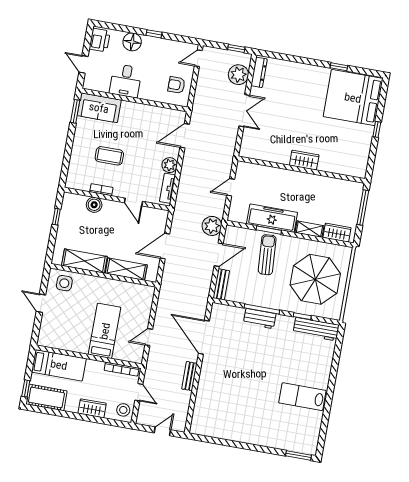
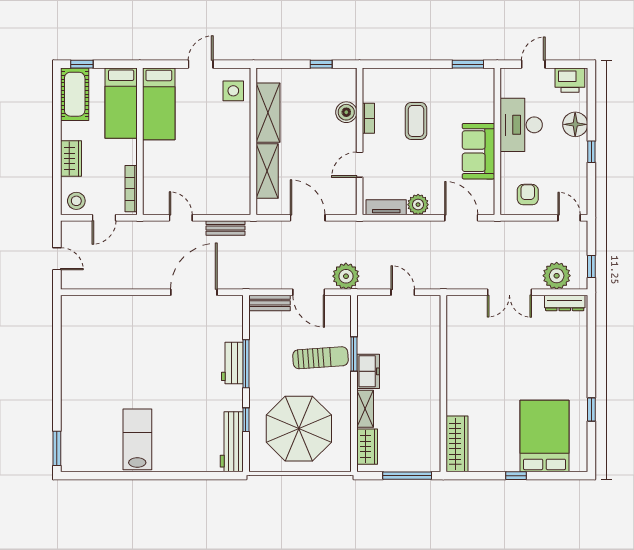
desk: (126, 81) -> (521, 125), width x1.37
bed: (353, 98) -> (544, 436), width x0.73
sofa: (99, 108) -> (478, 151), moved
wardrobe: (304, 160) -> (457, 444), moved, width x1.50
freezer: (272, 218) -> (368, 371), width x0.52, depth x0.79
bed: (105, 331) -> (159, 104), moved, turned 90
bench: (189, 376) -> (225, 228), moved

